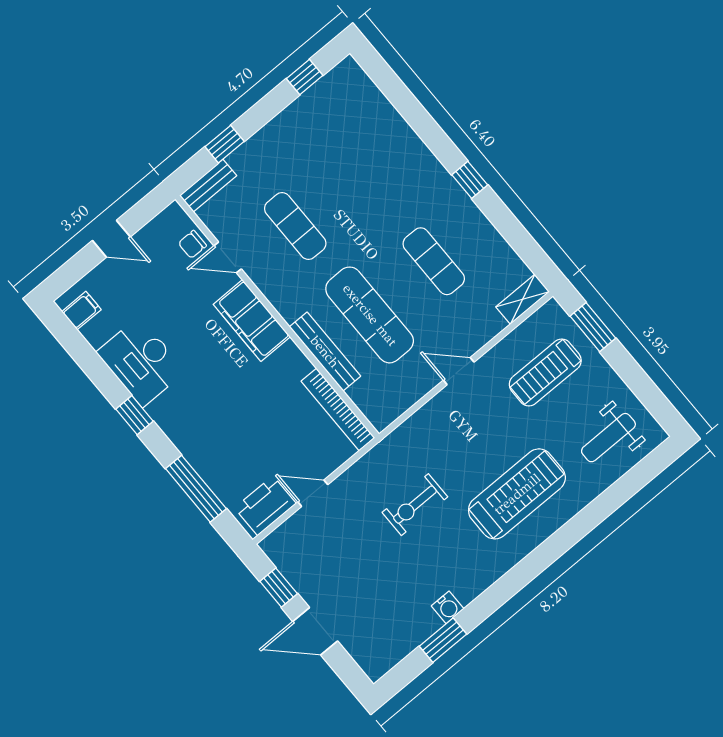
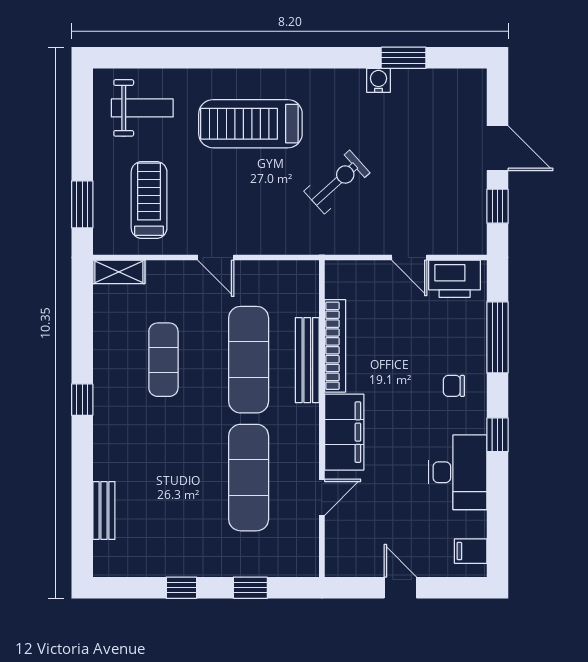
window: (305, 77) -> (181, 588), moved
bench: (208, 186) -> (104, 510), moved, turned 90
exercise mat: (295, 226) -> (249, 478), width x1.36, depth x1.45
chair: (192, 244) -> (454, 386), moved, turned 180
door: (228, 257) -> (322, 497), hinge flipped
treadmill: (545, 372) -> (149, 200), turned -90
bookcase: (338, 409) -> (335, 346), moved
exercise bike: (415, 505) -> (337, 182), turned -42

